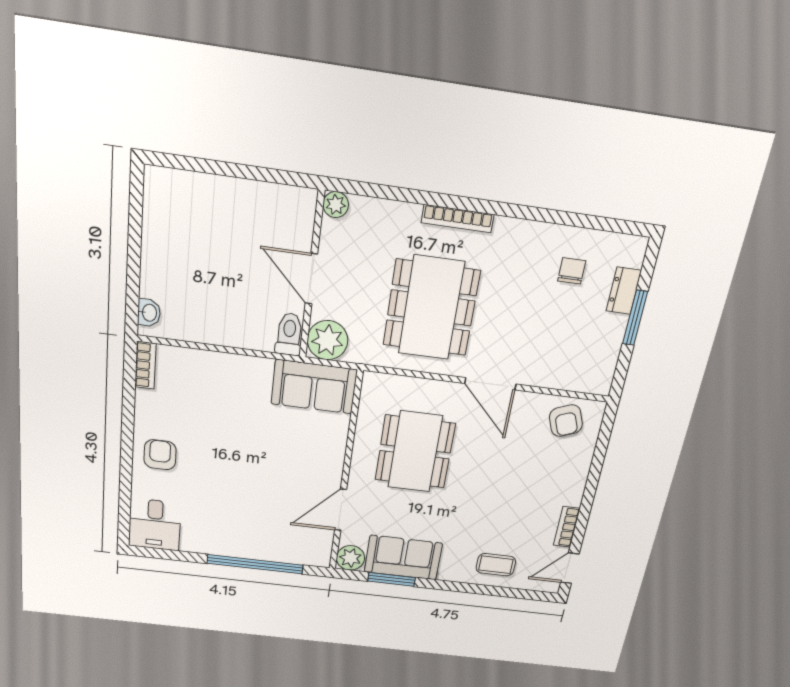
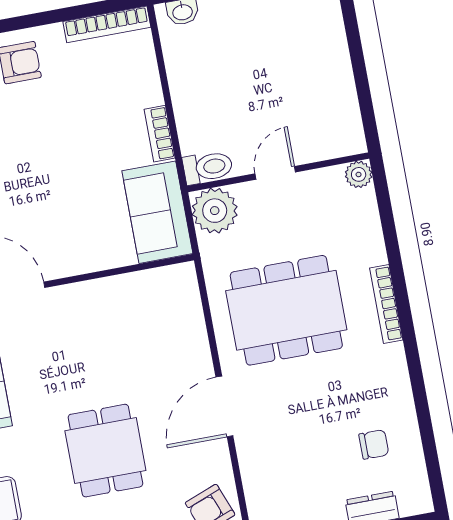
door: (311, 279) -> (275, 173), width x0.73
bookcase: (249, 364) -> (160, 134), added
bookcase: (145, 365) -> (107, 24), width x1.56
dining table: (415, 452) -> (105, 451), moved, width x0.73

